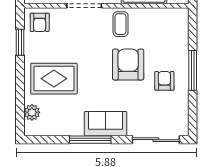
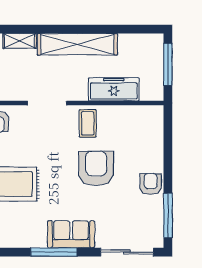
window: (193, 70) -> (168, 216), moved
armchair: (164, 81) -> (151, 184), moved

